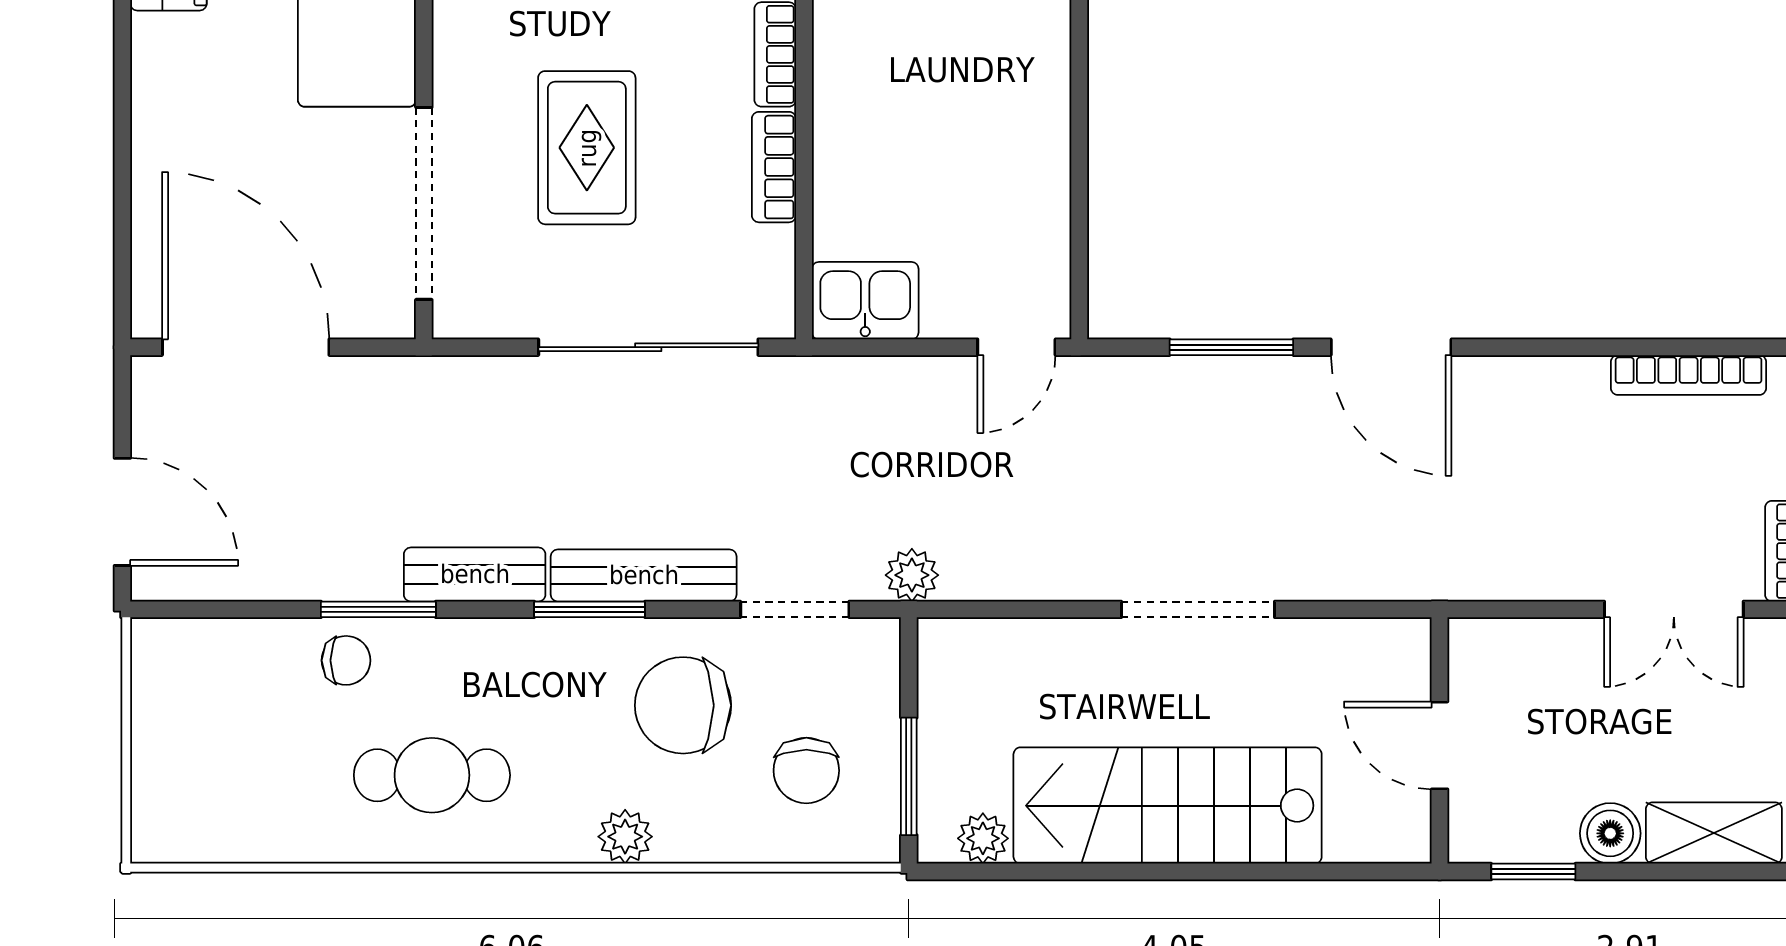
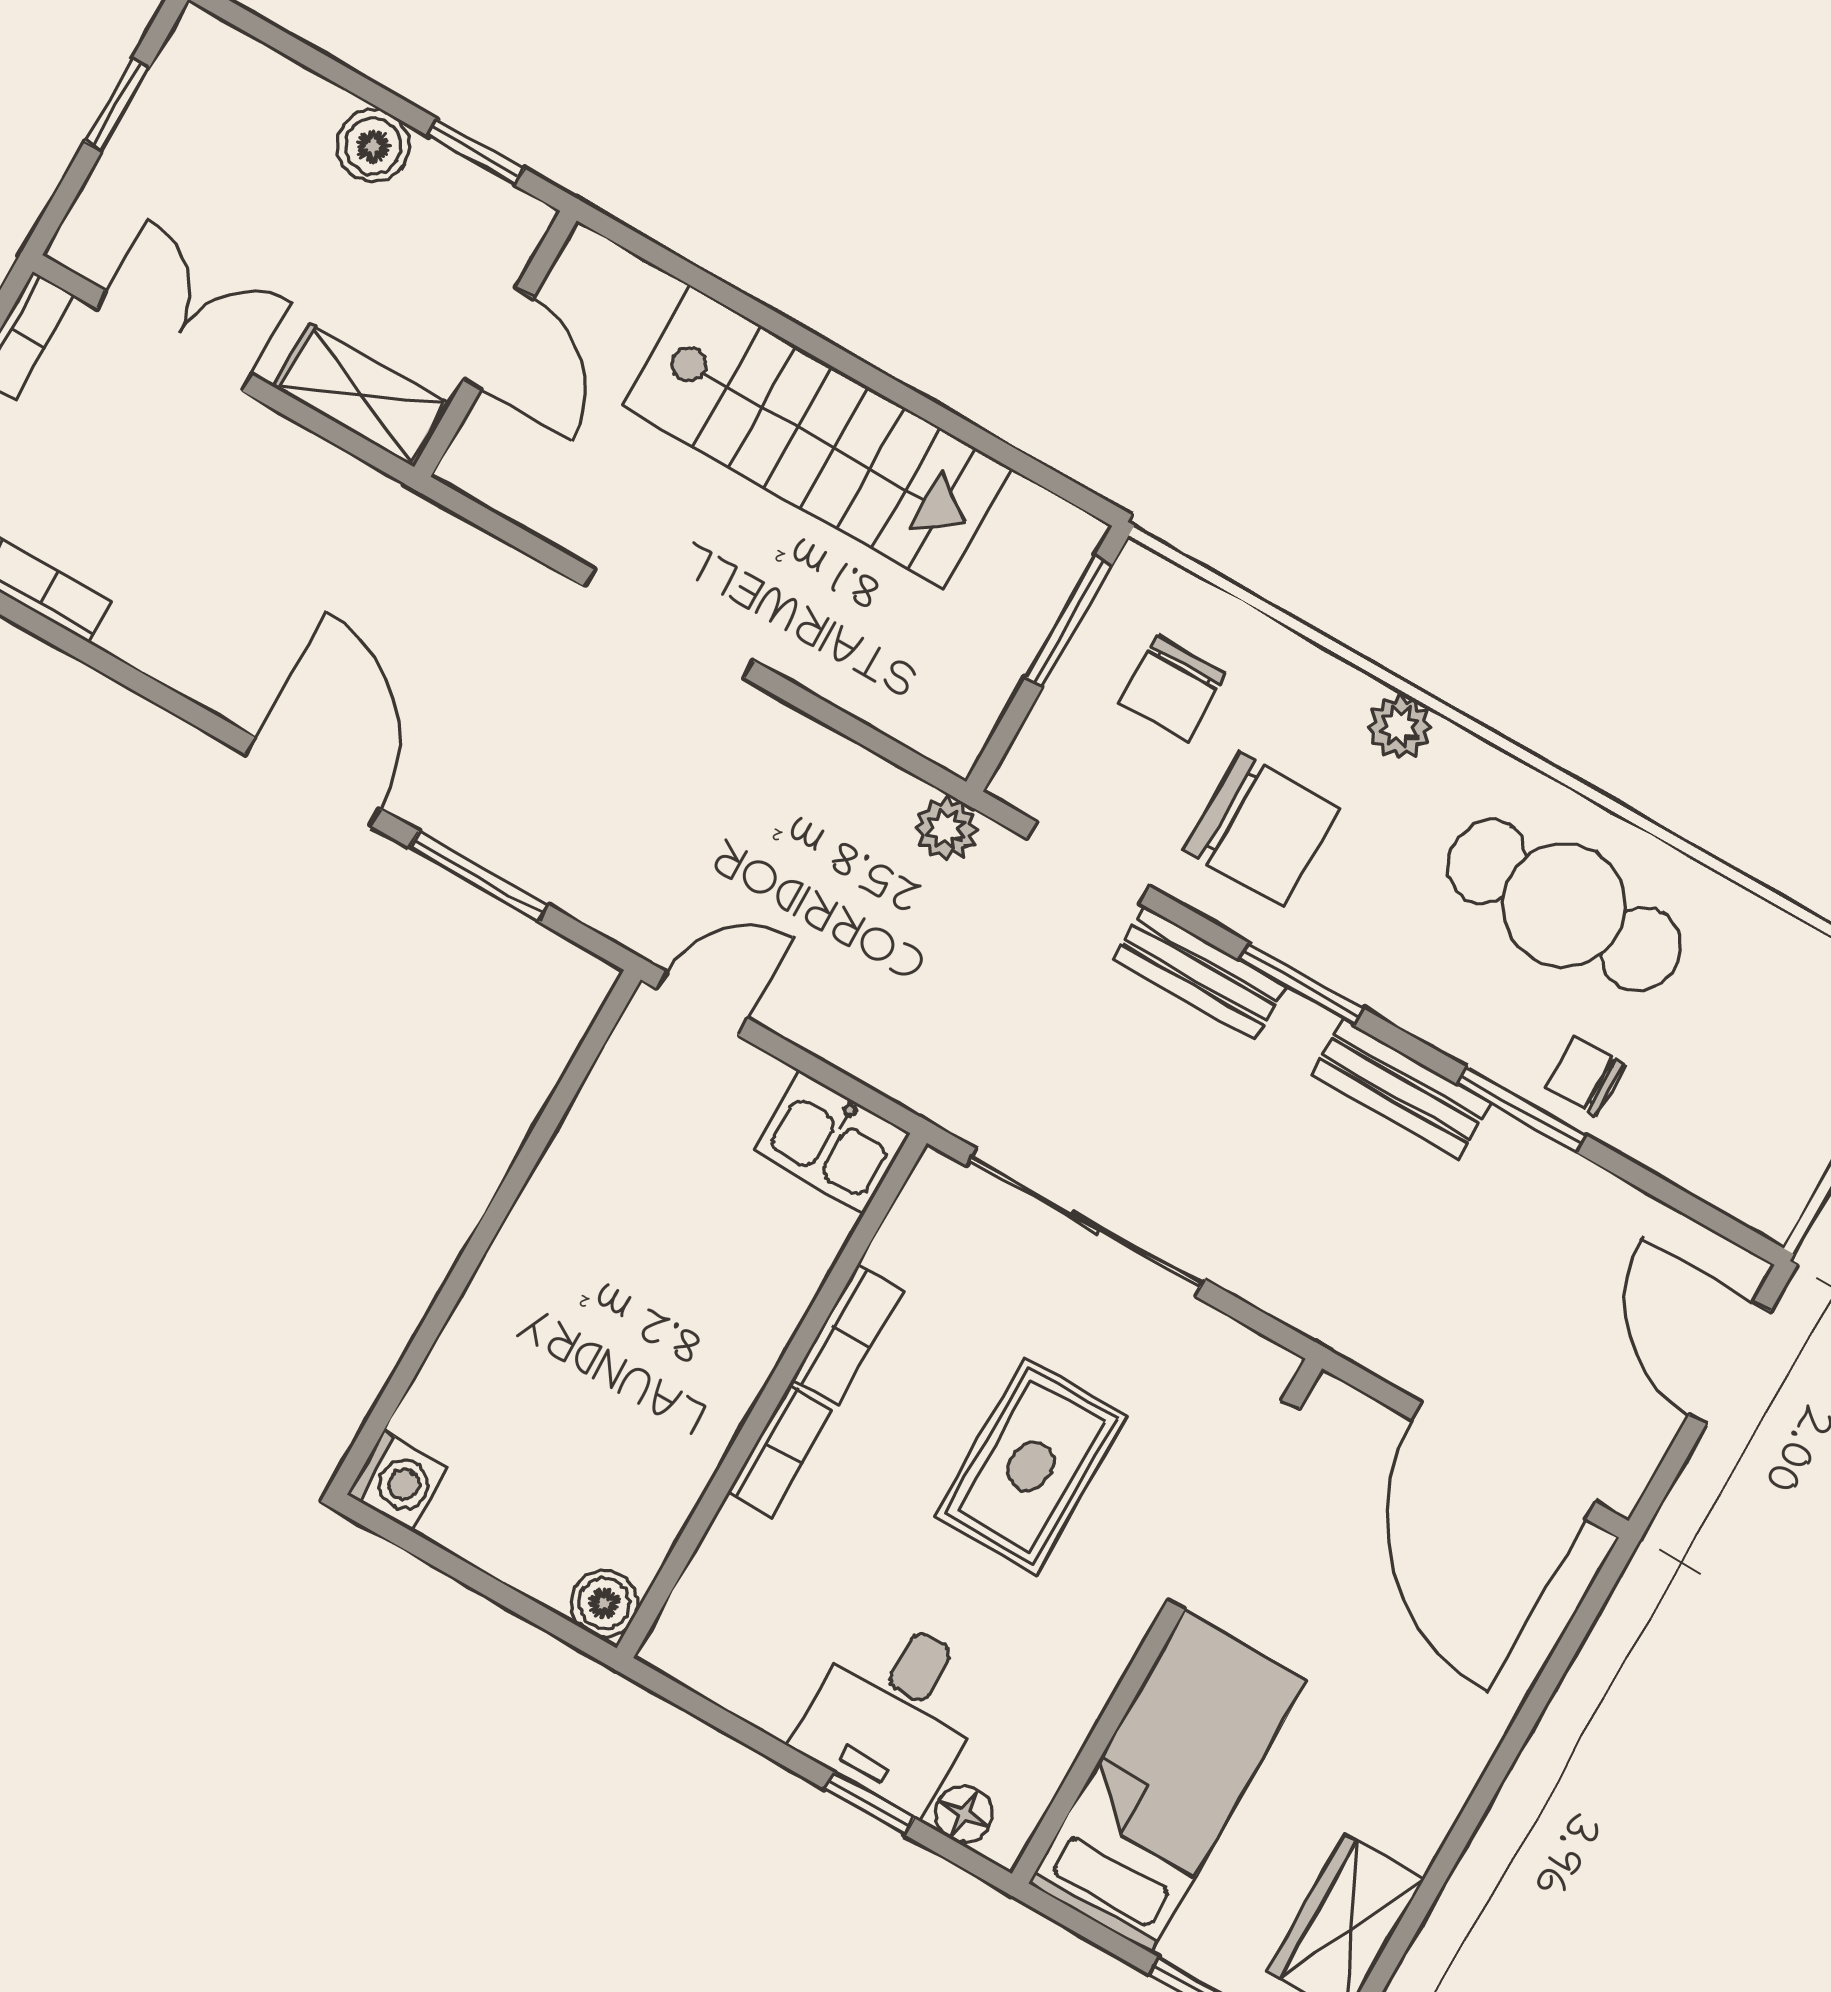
bench: (644, 575) -> (1200, 973), width x0.73
chair: (806, 771) -> (1172, 688), turned 180
cafe table: (432, 775) -> (1564, 905), width x1.37, depth x1.35
shelving: (1714, 833) -> (362, 395), moved
plant: (983, 838) -> (1028, 513), removed

